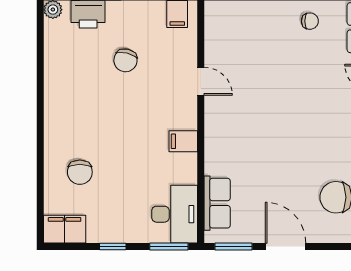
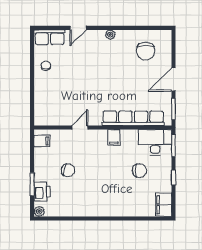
chair: (80, 172) -> (139, 171), moved
row of seats: (217, 203) -> (133, 118), width x2.02

